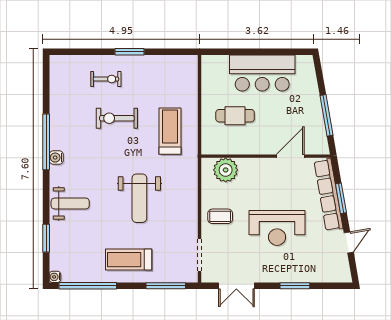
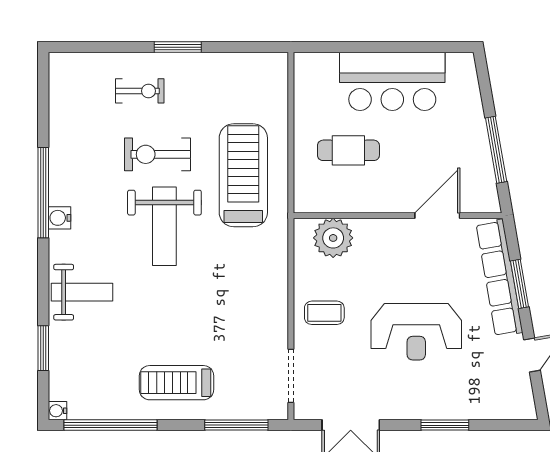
treadmill: (170, 131) -> (243, 175), width x1.37, depth x1.38
weight bench: (139, 198) -> (164, 226), moved

